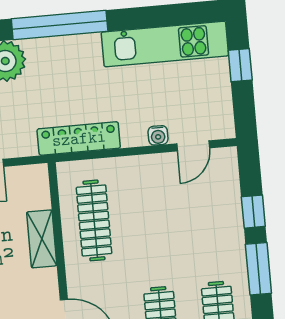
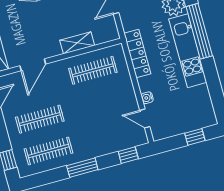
kitchen unit: (165, 44) -> (188, 51), moved
window: (253, 212) -> (128, 155), moved

